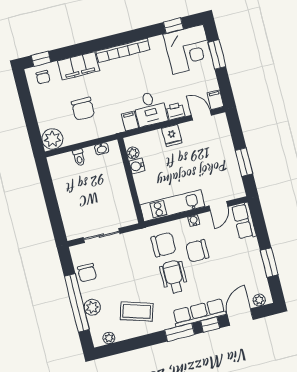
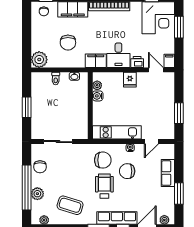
filing cabinet: (130, 121) -> (96, 61), width x2.00
window: (52, 202) -> (27, 107), added
row of seats: (244, 221) -> (168, 173), moved

